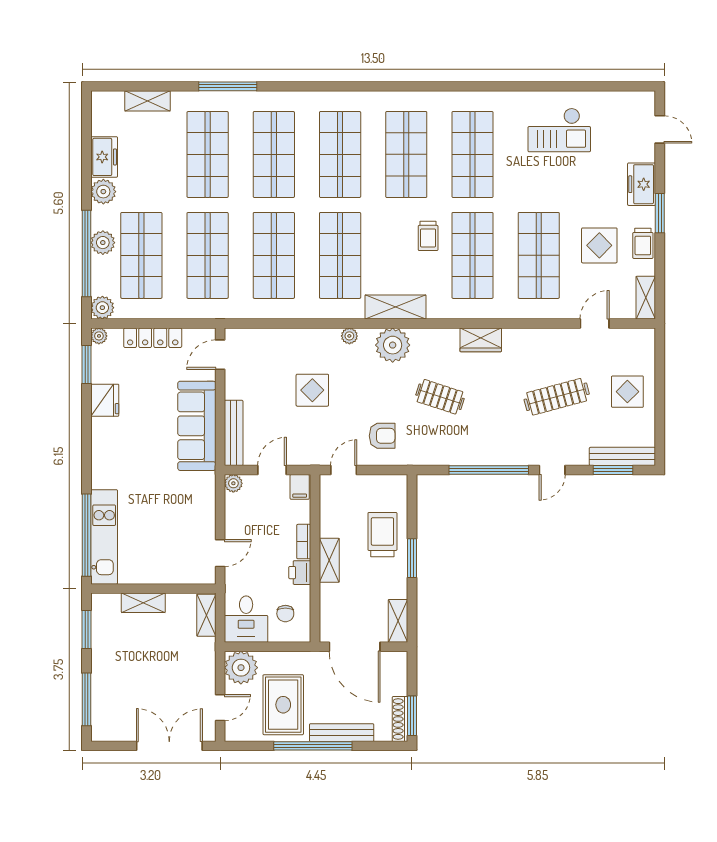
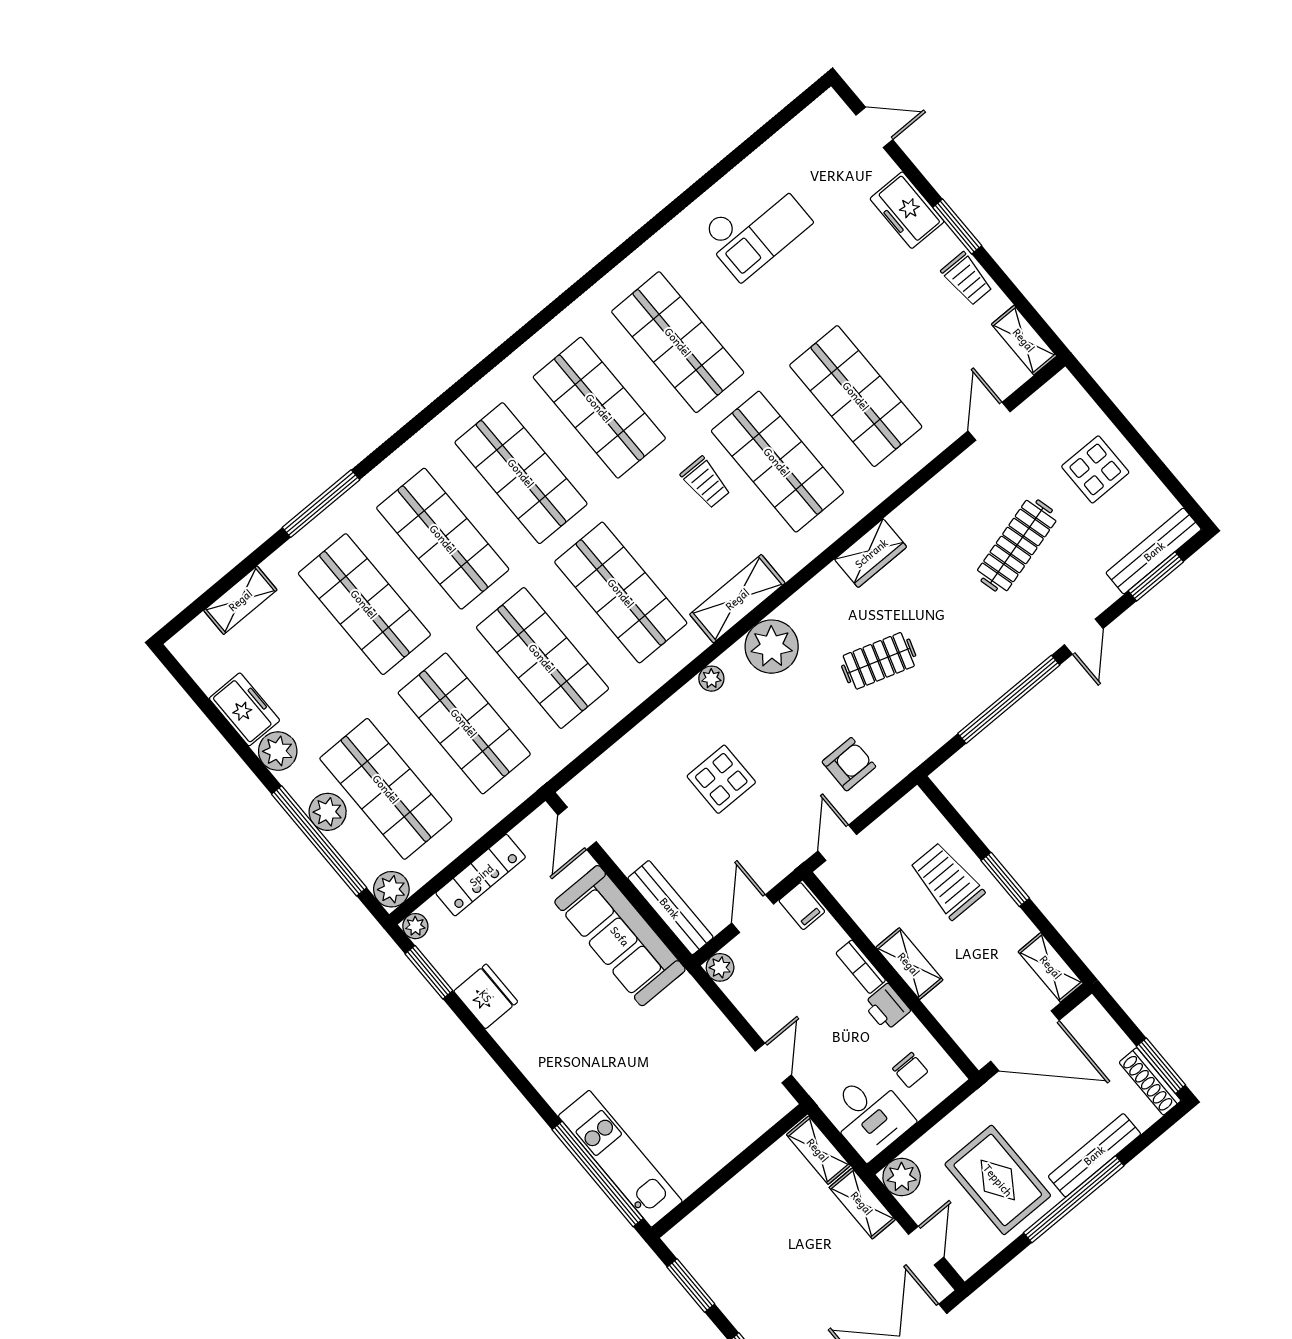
display table: (599, 245) -> (917, 324), removed
shelving: (143, 603) -> (862, 1203), moved, turned 90
plant: (241, 668) -> (902, 1177), width x0.73, depth x0.73

